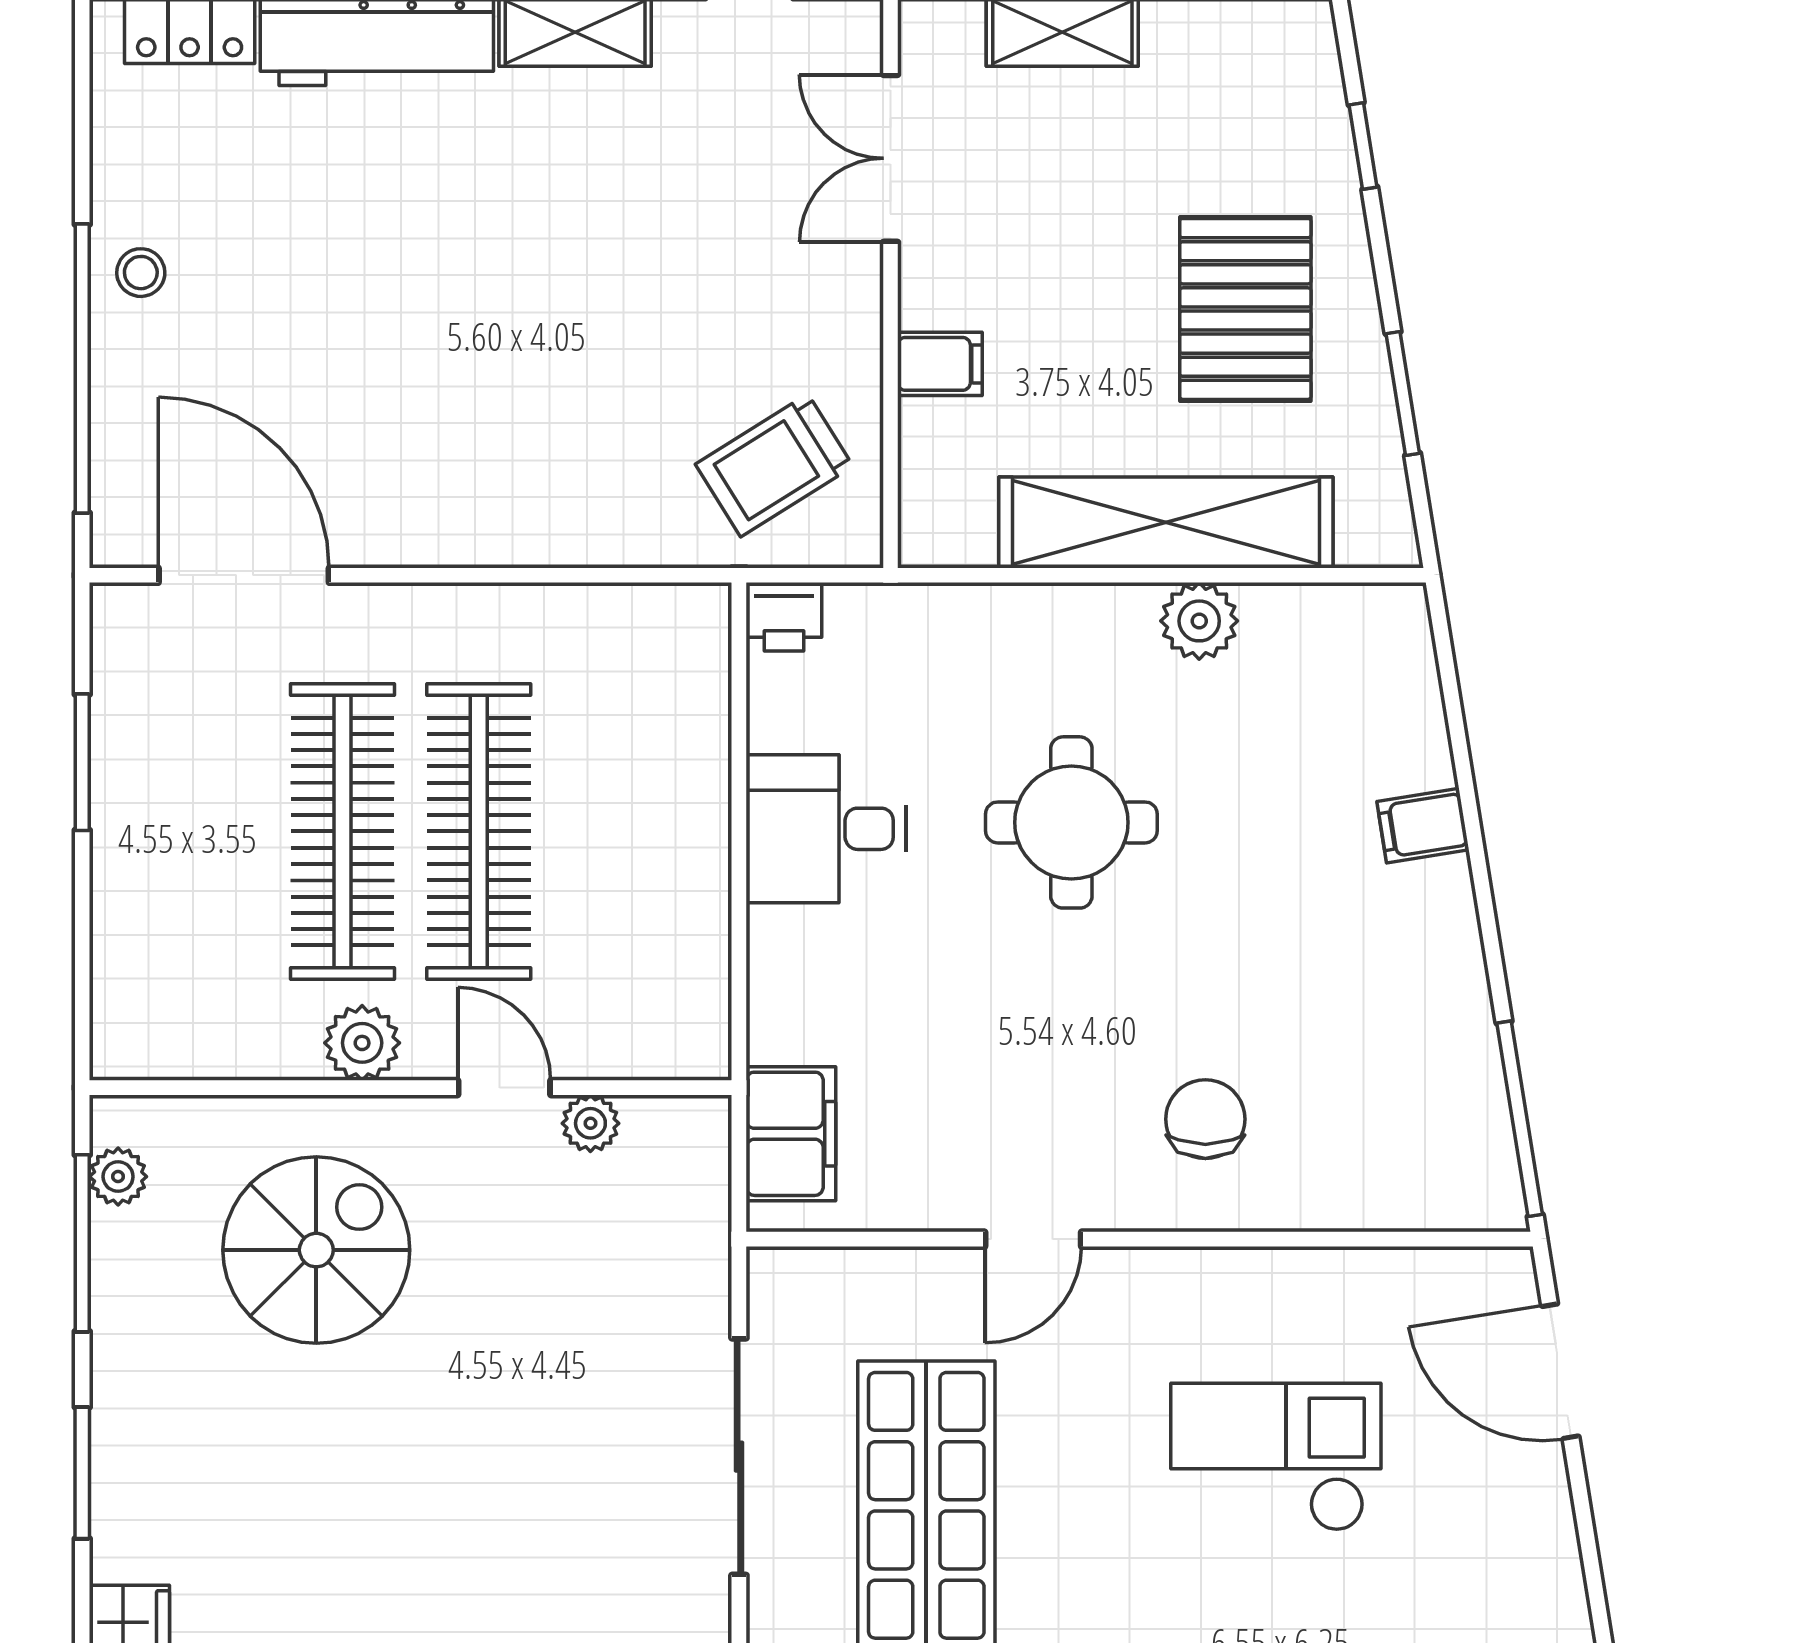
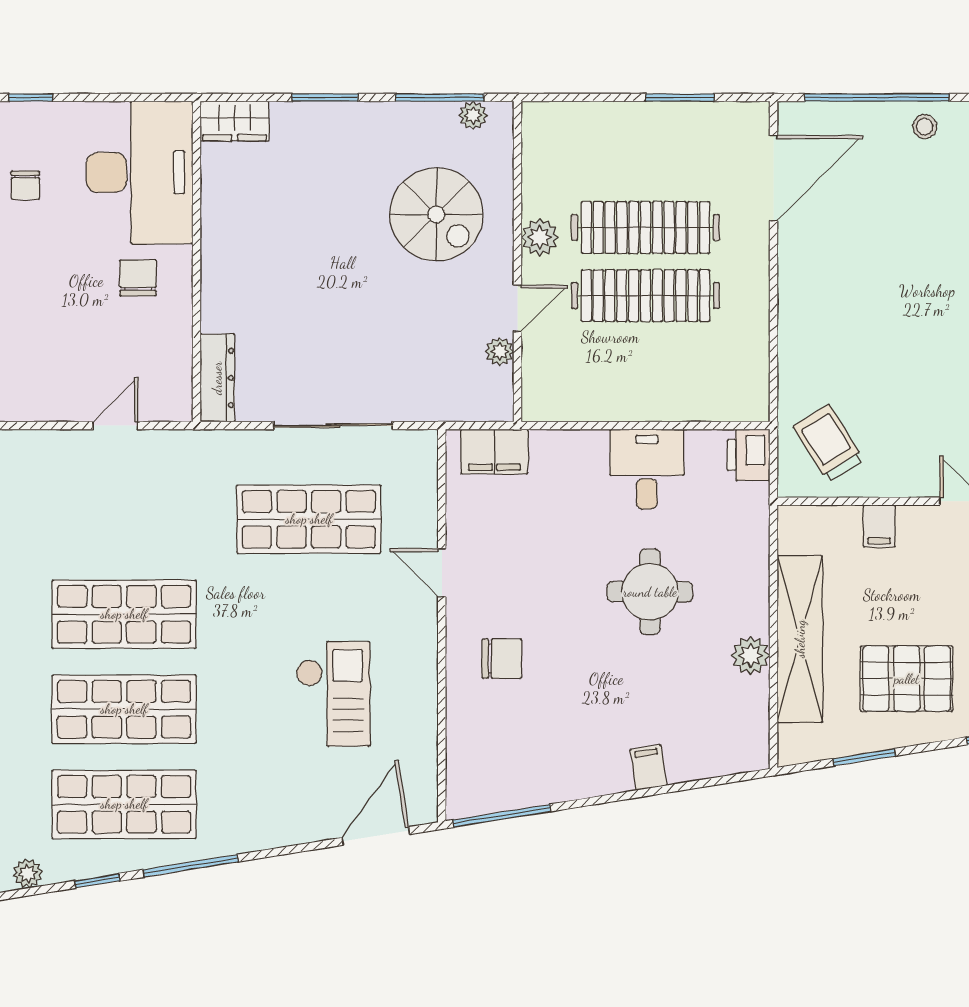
printer: (784, 617) -> (749, 455), width x1.36, depth x1.24

